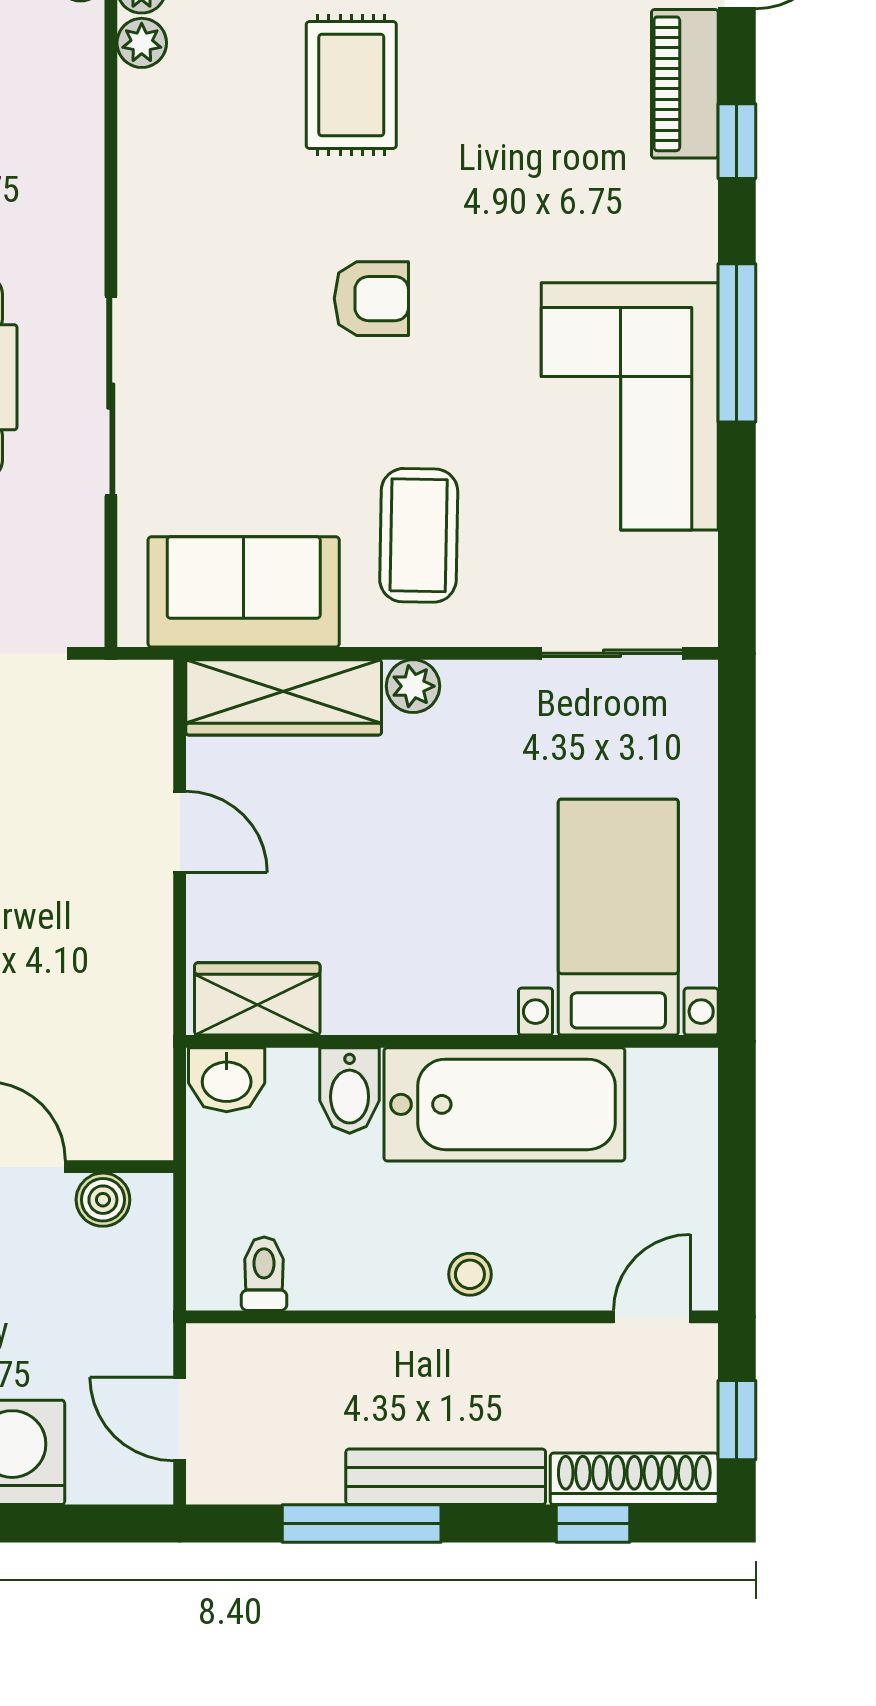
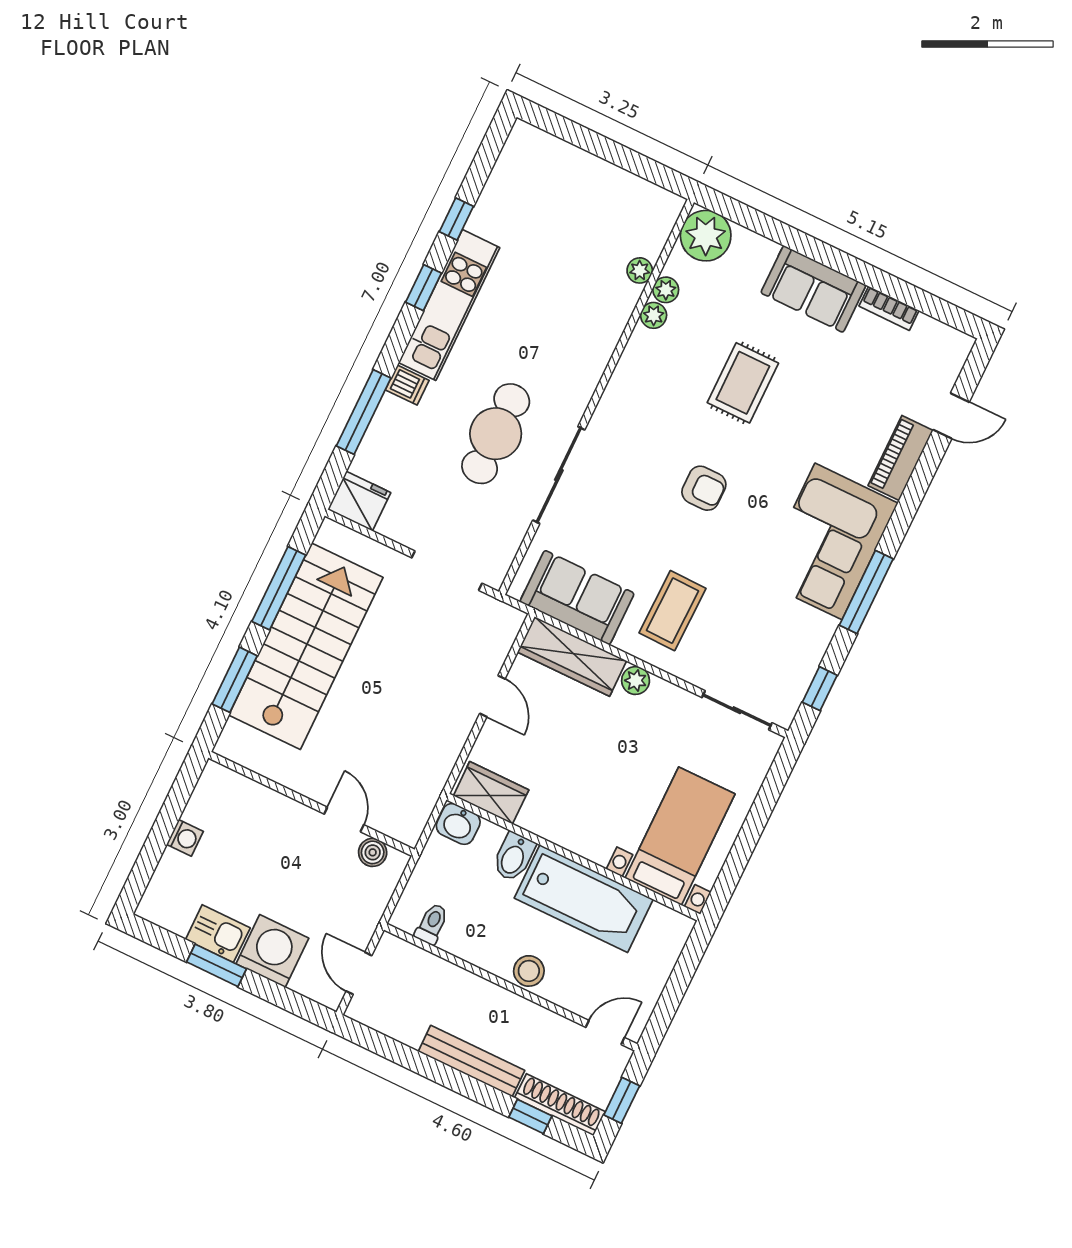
window: (737, 141) -> (820, 689), moved
corner sofa: (630, 406) -> (828, 541), moved
stool: (470, 1274) -> (529, 971), width x1.37, depth x1.37
window: (362, 1524) -> (421, 1064), removed

